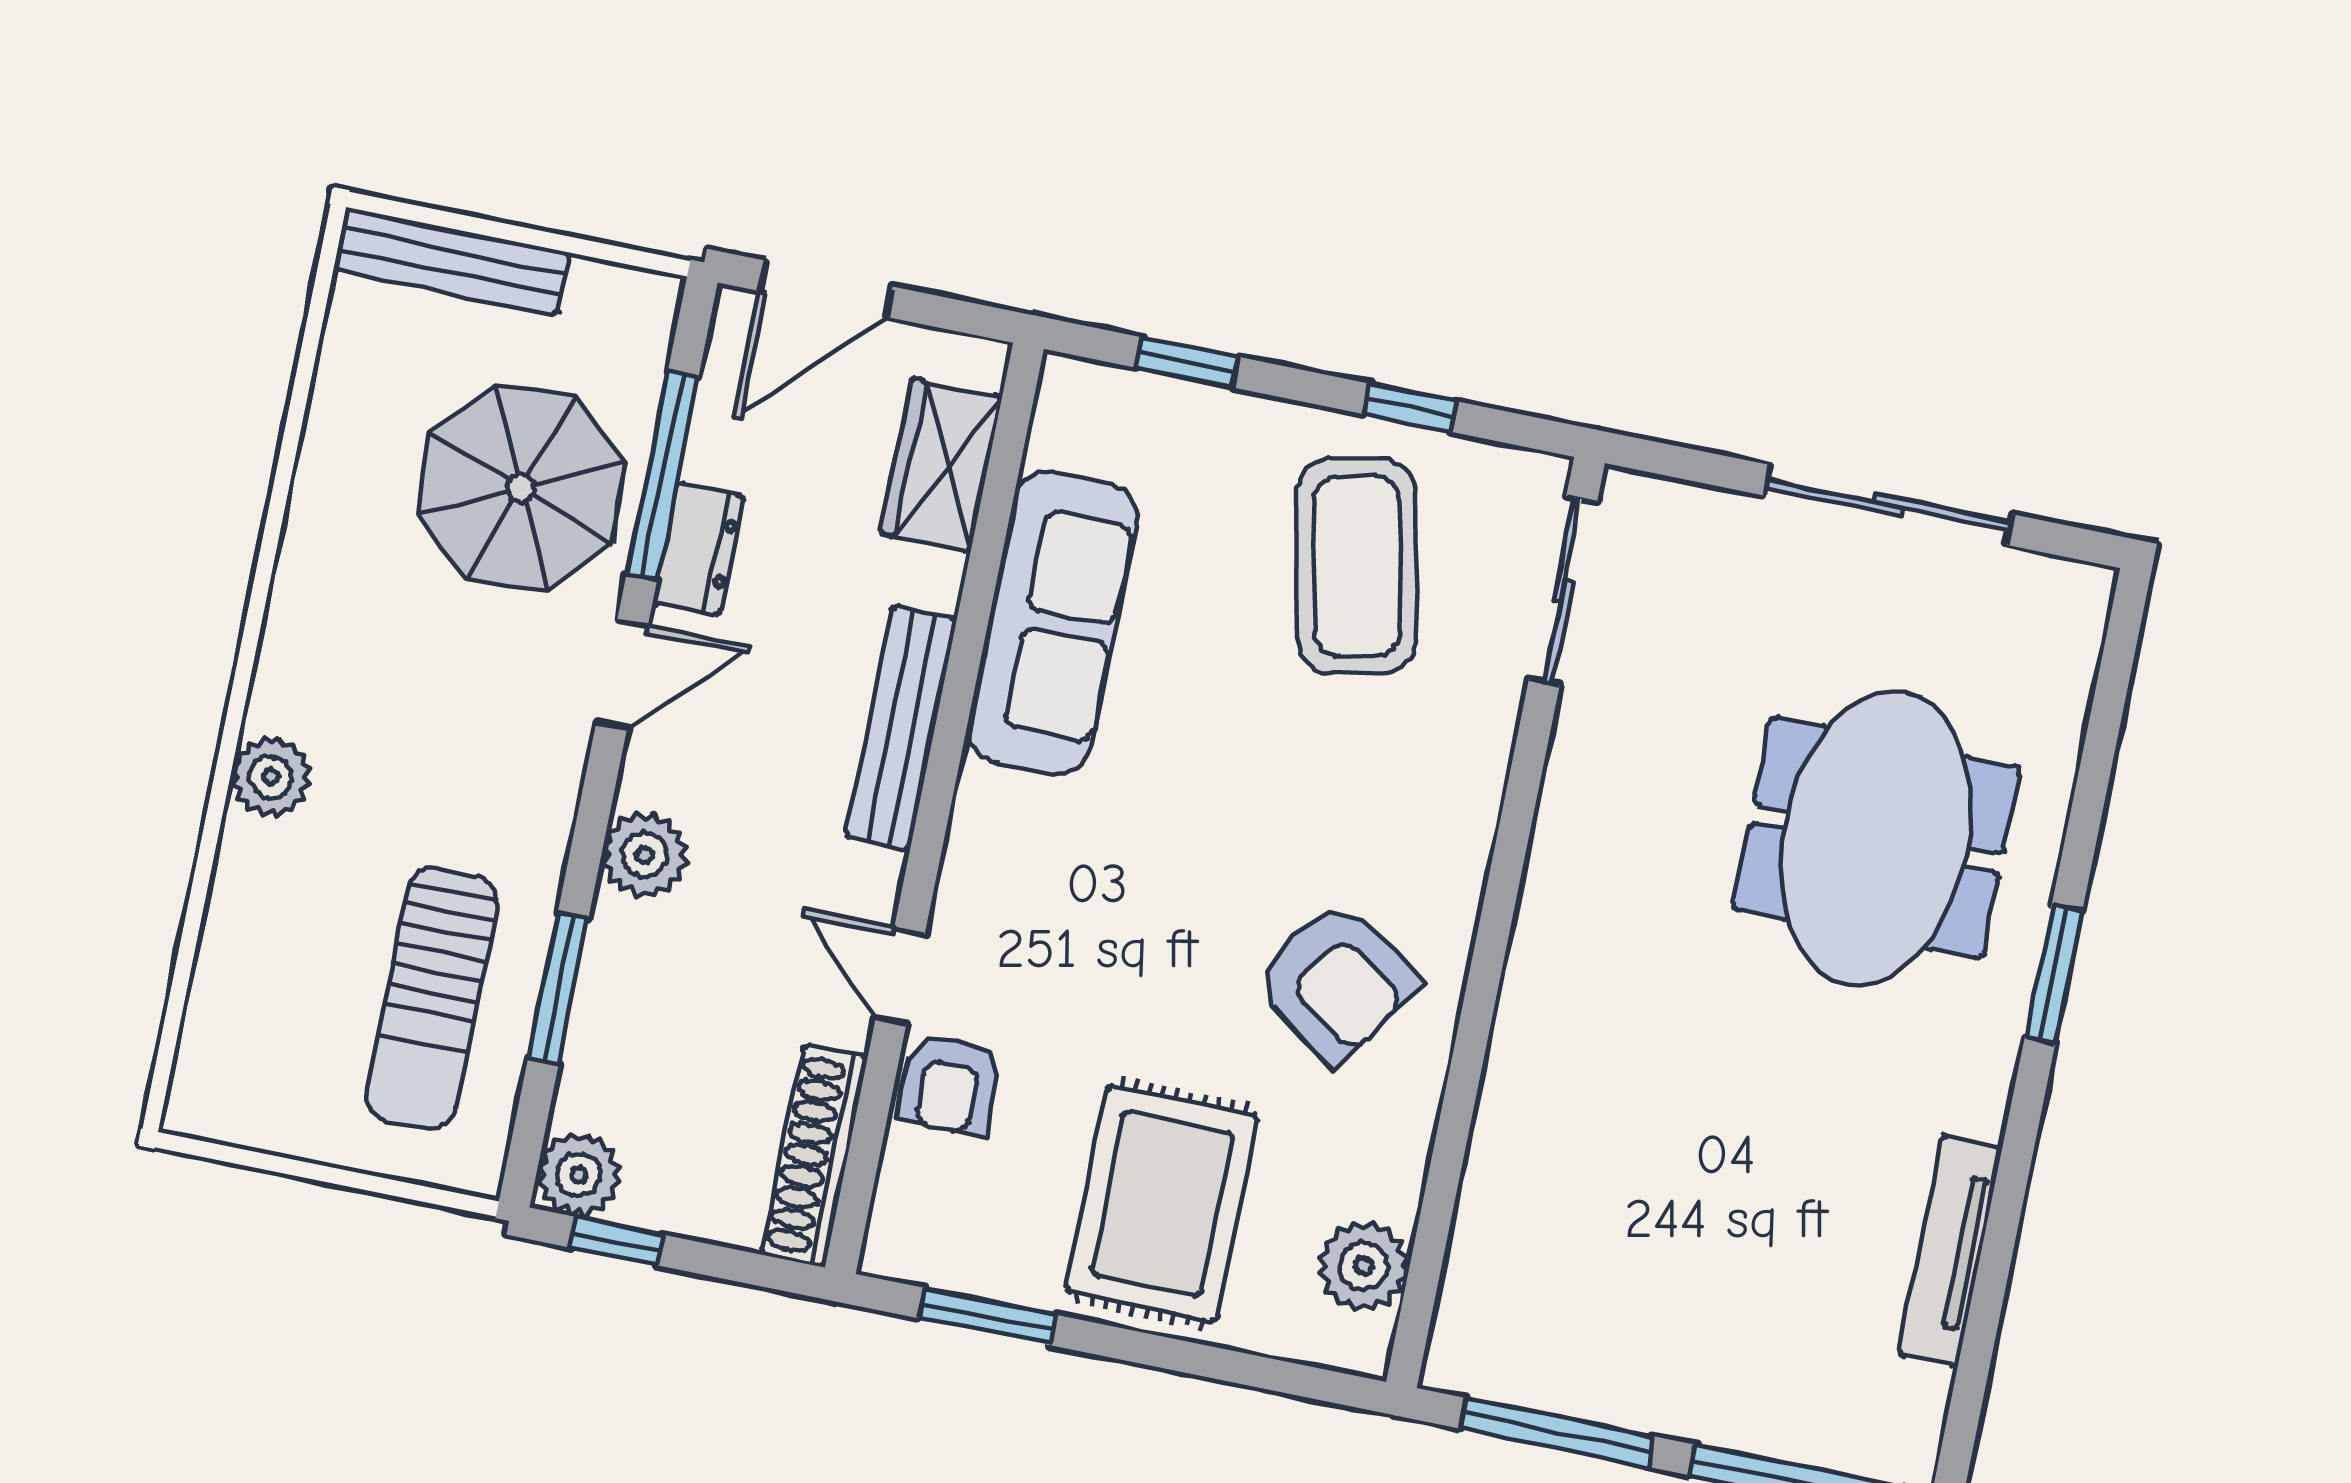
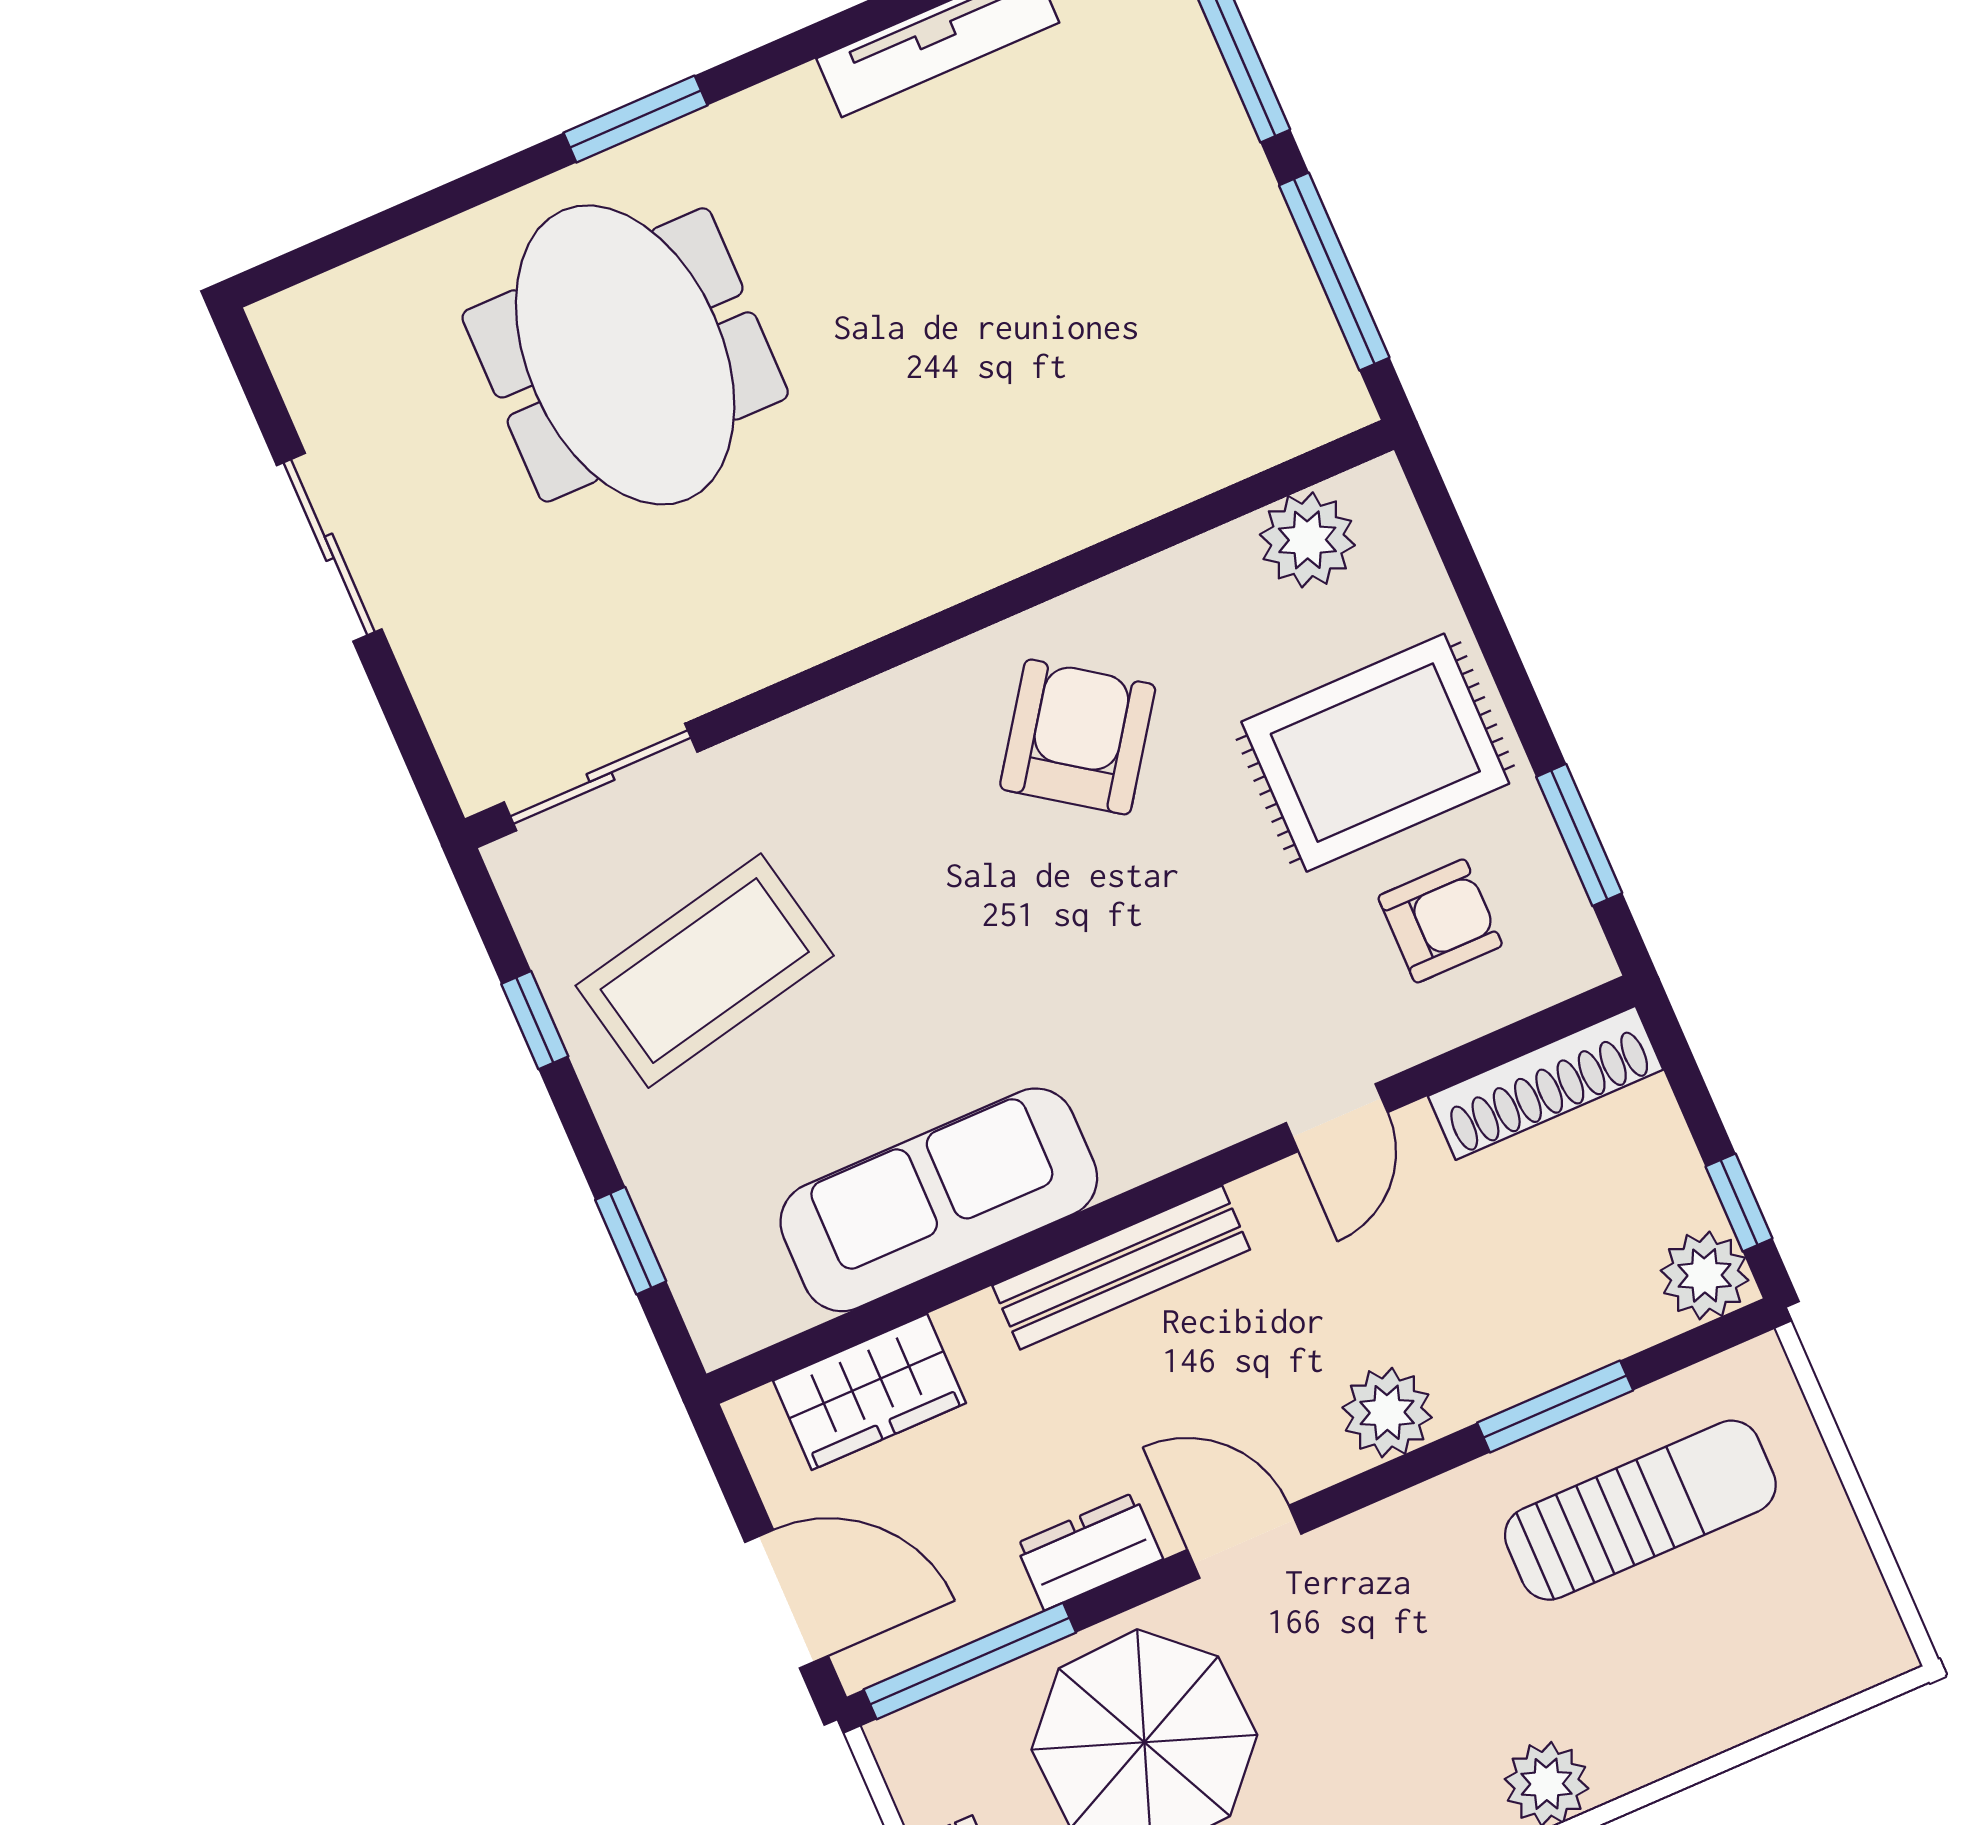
window: (663, 475) -> (970, 1661), moved
sliding door: (1888, 505) -> (329, 547), width x0.73
meeting table: (1876, 838) -> (625, 355), turned 90
armchair: (949, 1084) -> (1440, 921), moved

